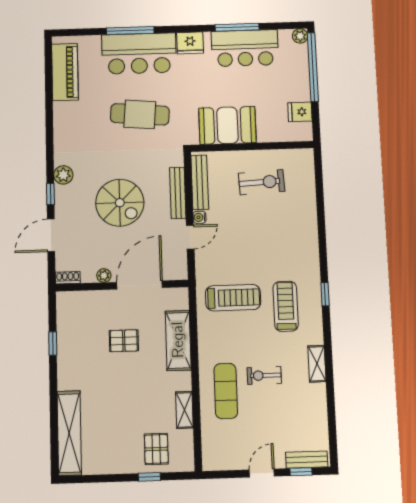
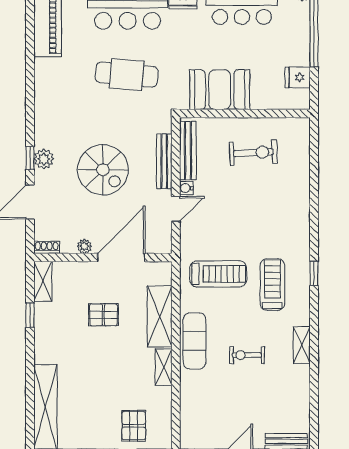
plant: (63, 175) -> (44, 159), moved
shelving: (65, 310) -> (43, 281), added
exercise mat: (226, 391) -> (195, 341), moved
shelving: (184, 410) -> (164, 367), moved

